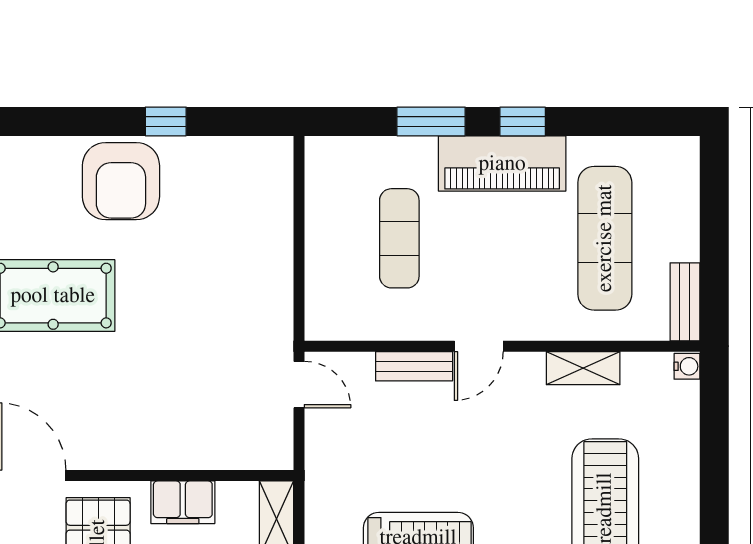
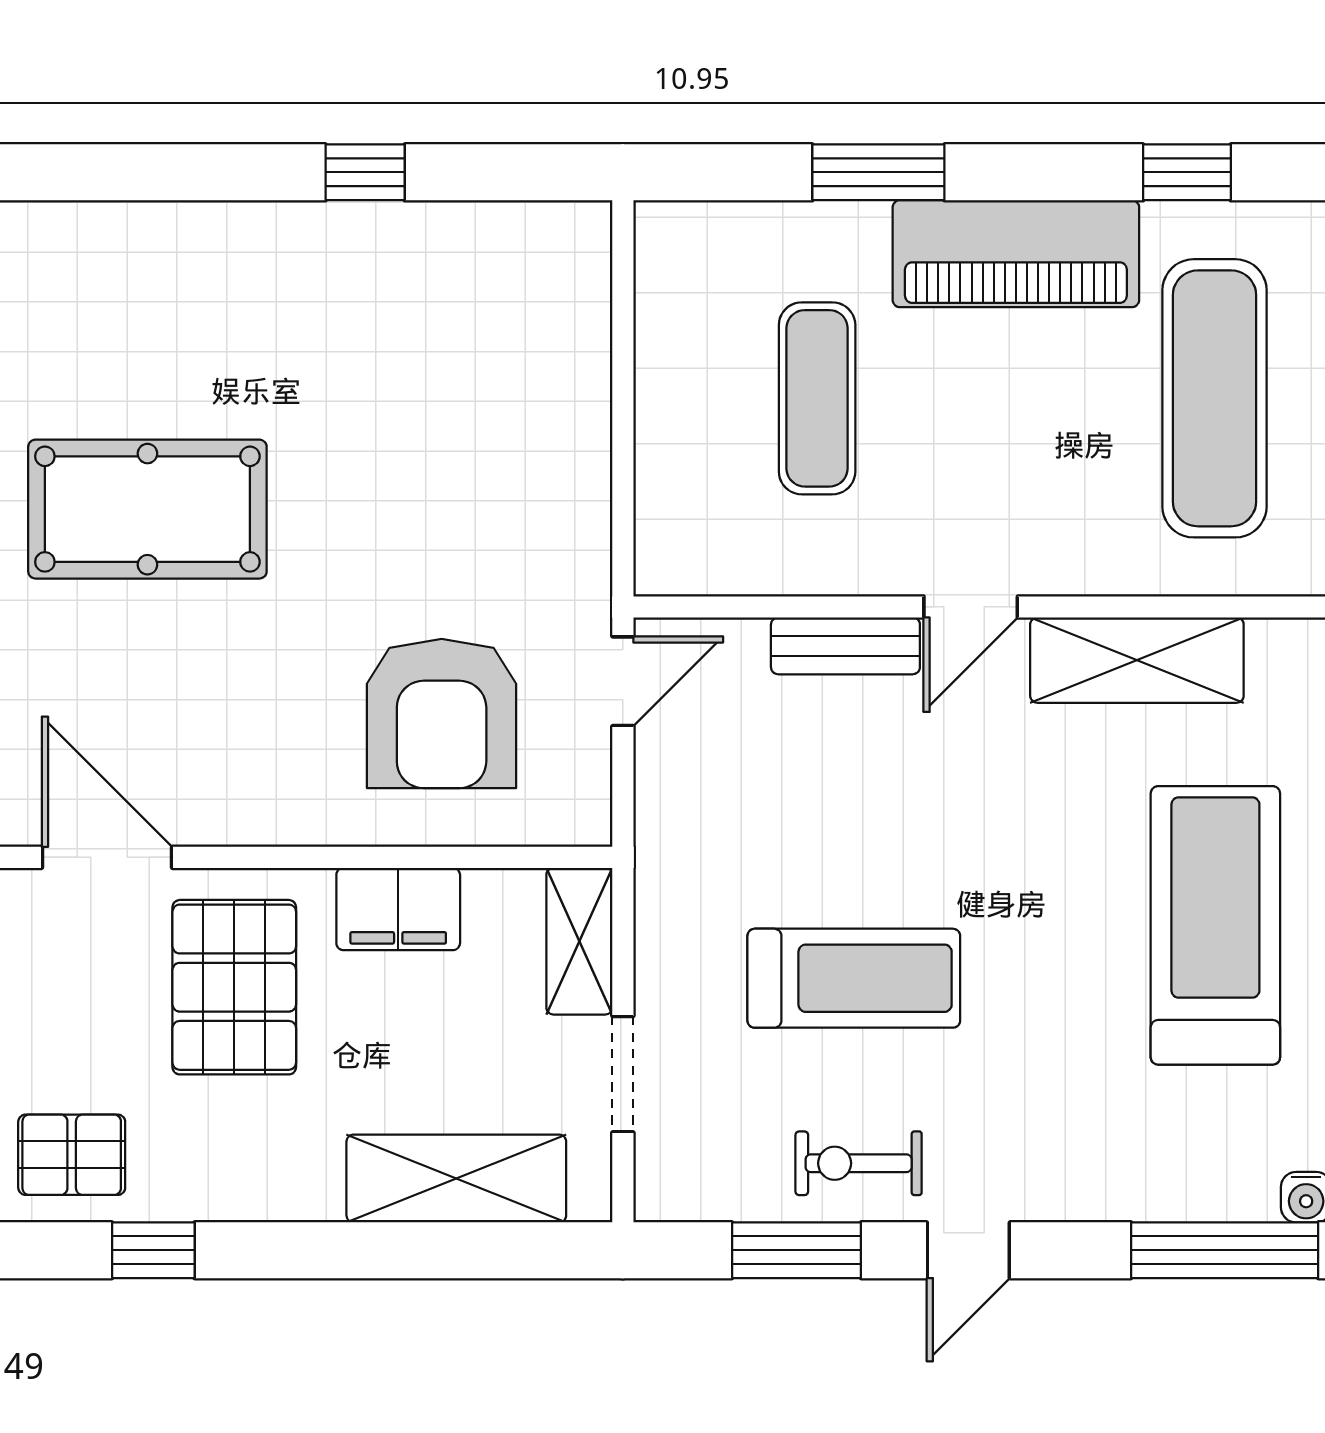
window: (523, 121) -> (1187, 172), moved
armchair: (121, 181) -> (442, 714), moved
shelving: (583, 368) -> (1137, 660), width x1.50, depth x1.33
door: (299, 385) -> (623, 681), hinge flipped

